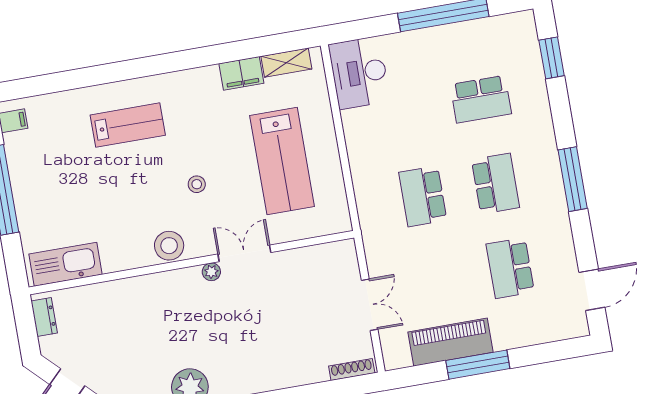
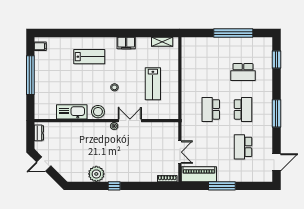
filing cabinet: (241, 73) -> (126, 43), moved
desk: (359, 73) -> (193, 52), removed
lab bench: (282, 161) -> (153, 84), width x0.73, depth x0.72
kitchen sink: (66, 264) -> (72, 112), moved
piano: (450, 342) -> (199, 174), moved

